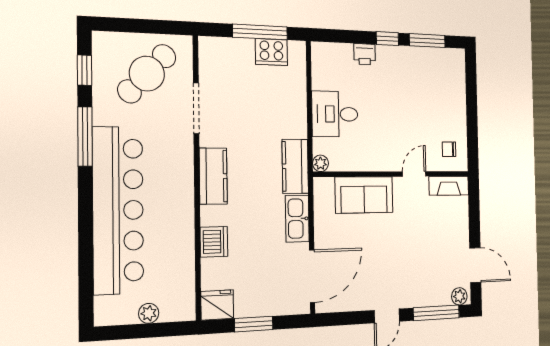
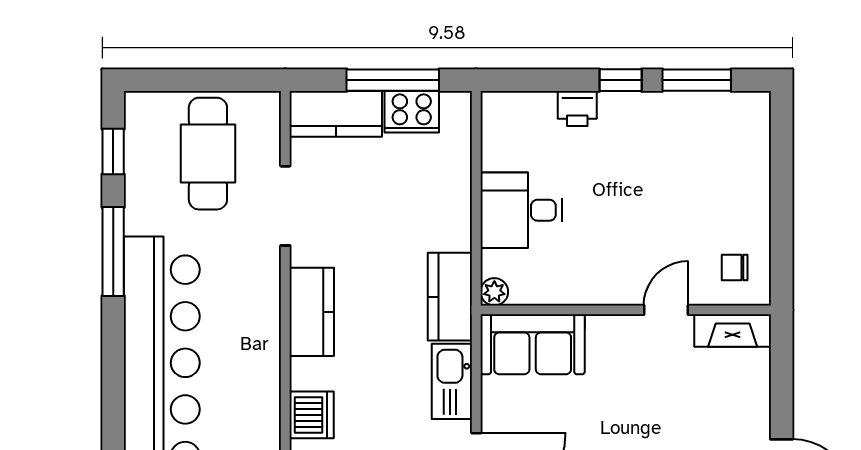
kitchen counter: (226, 51) -> (336, 114), added
cafe table: (147, 74) -> (208, 154), turned -44
sofa: (364, 195) -> (533, 344), moved

